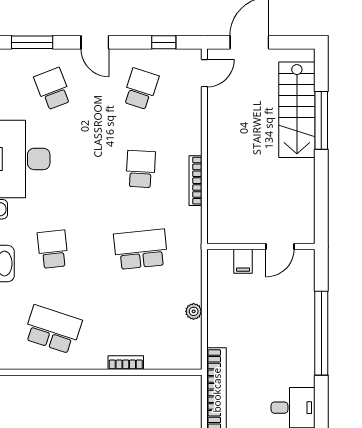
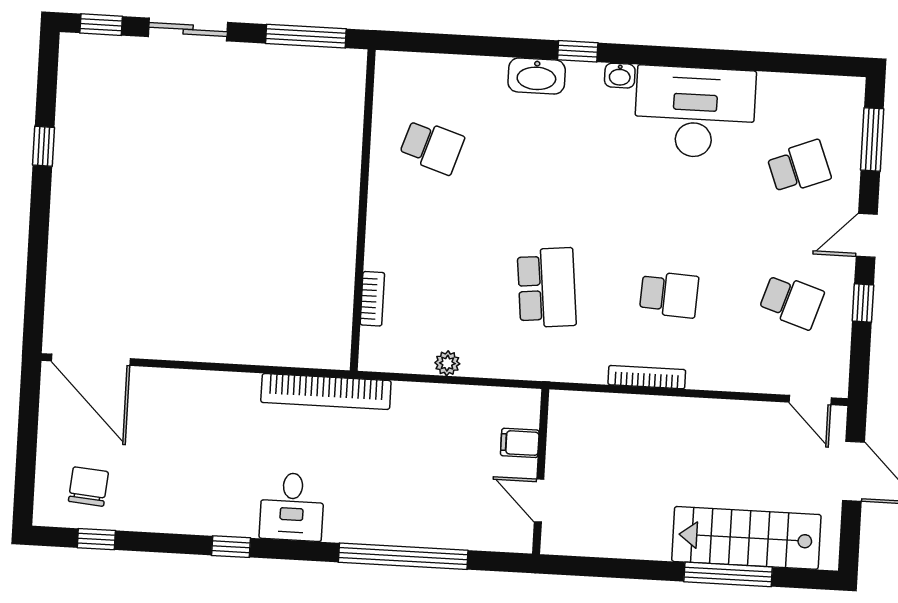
window: (164, 42) -> (863, 303), moved
school desk: (53, 249) -> (554, 153), removed
school desk: (53, 329) -> (432, 147), width x0.54
bookcase: (126, 363) -> (372, 299), moved

